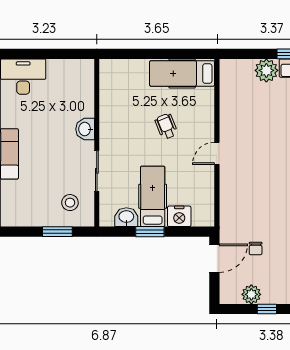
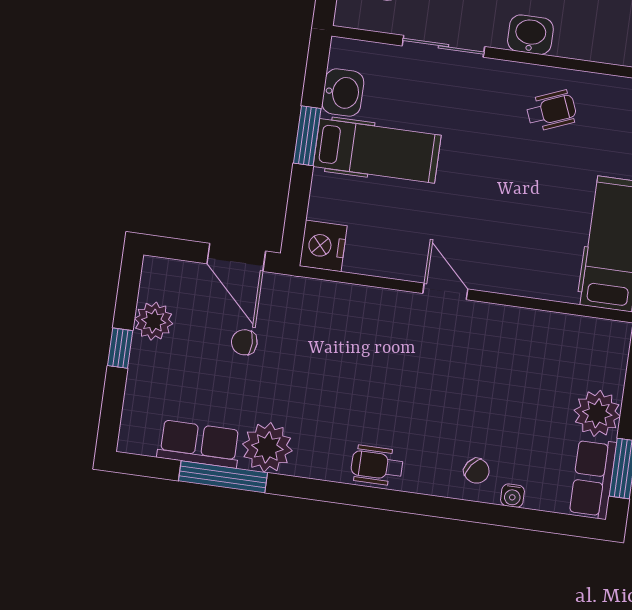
wheelchair: (166, 126) -> (551, 111), moved
nightstand: (179, 216) -> (323, 246), moved

